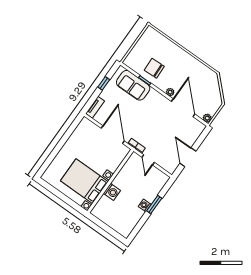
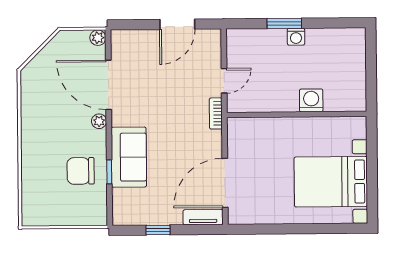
chair: (154, 68) -> (81, 171), turned 92
sofa: (133, 85) -> (129, 157), moved
door: (183, 108) -> (108, 85), hinge flipped
door: (113, 135) -> (225, 183), moved
bed with nightstands: (84, 181) -> (331, 182), moved, turned 90

